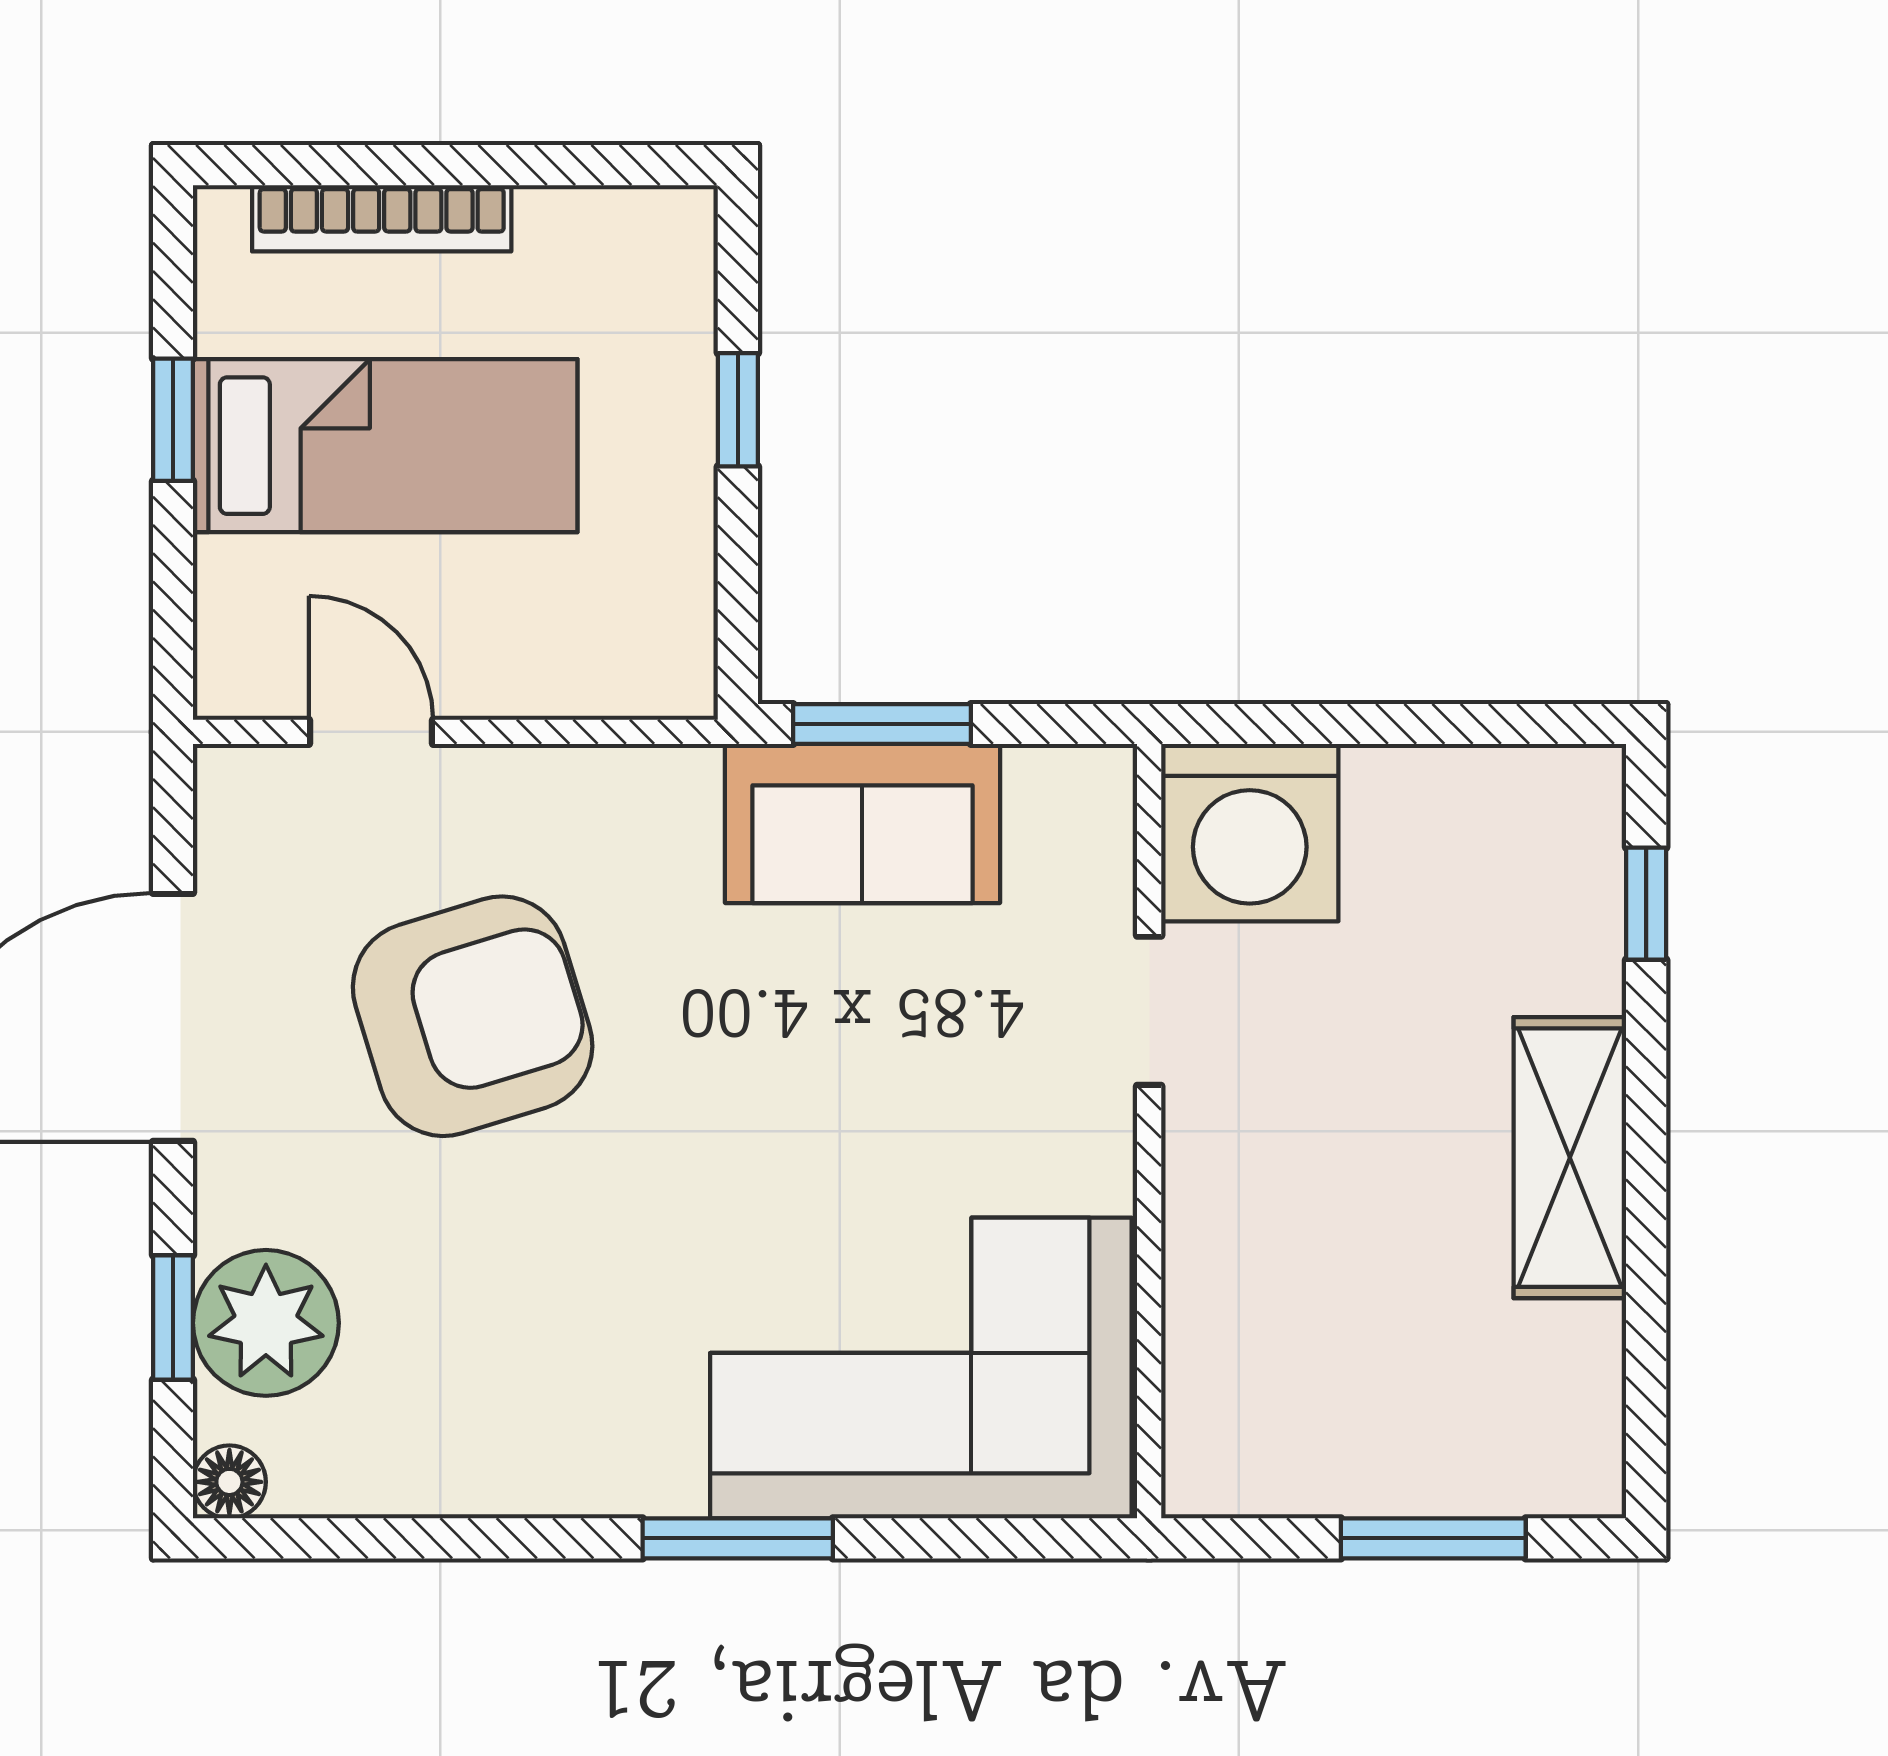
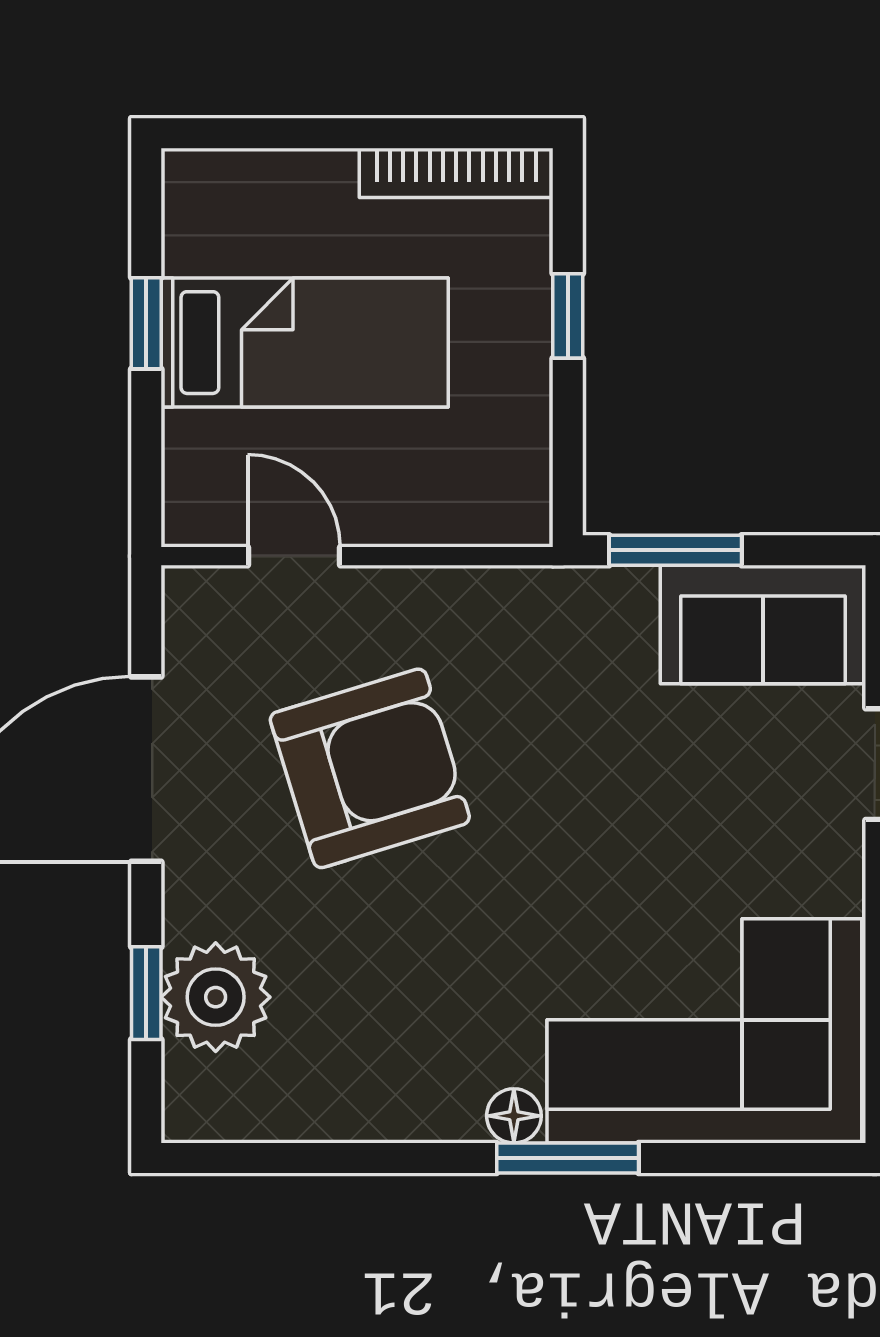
bookcase: (382, 218) -> (456, 173), moved
sofa: (862, 823) -> (763, 624), moved
floor lamp: (229, 1482) -> (514, 1116), moved

